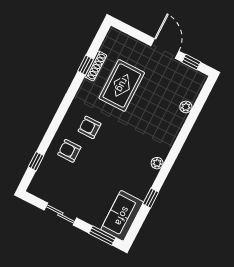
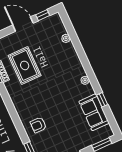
armchair: (90, 127) -> (34, 103), removed
sofa: (122, 216) -> (94, 112), moved

